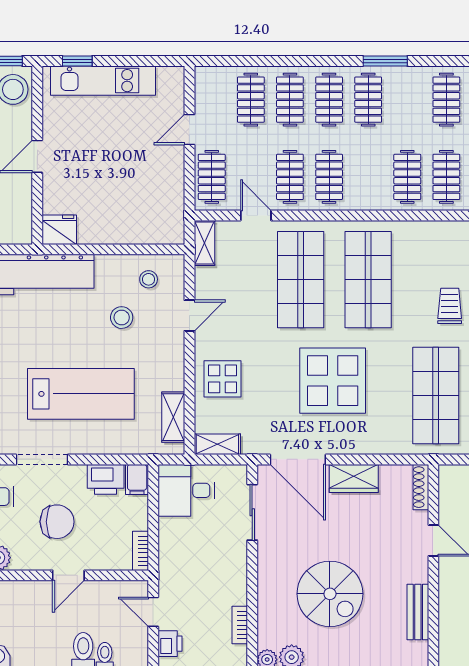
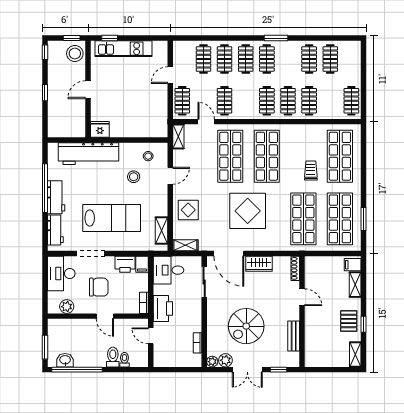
clothes rail: (329, 177) -> (267, 101), moved
door: (68, 575) -> (105, 316), hinge flipped
spiral stairs: (330, 594) -> (246, 326), turned 90
printer: (170, 644) -> (163, 308), moved, width x1.87, depth x1.48

